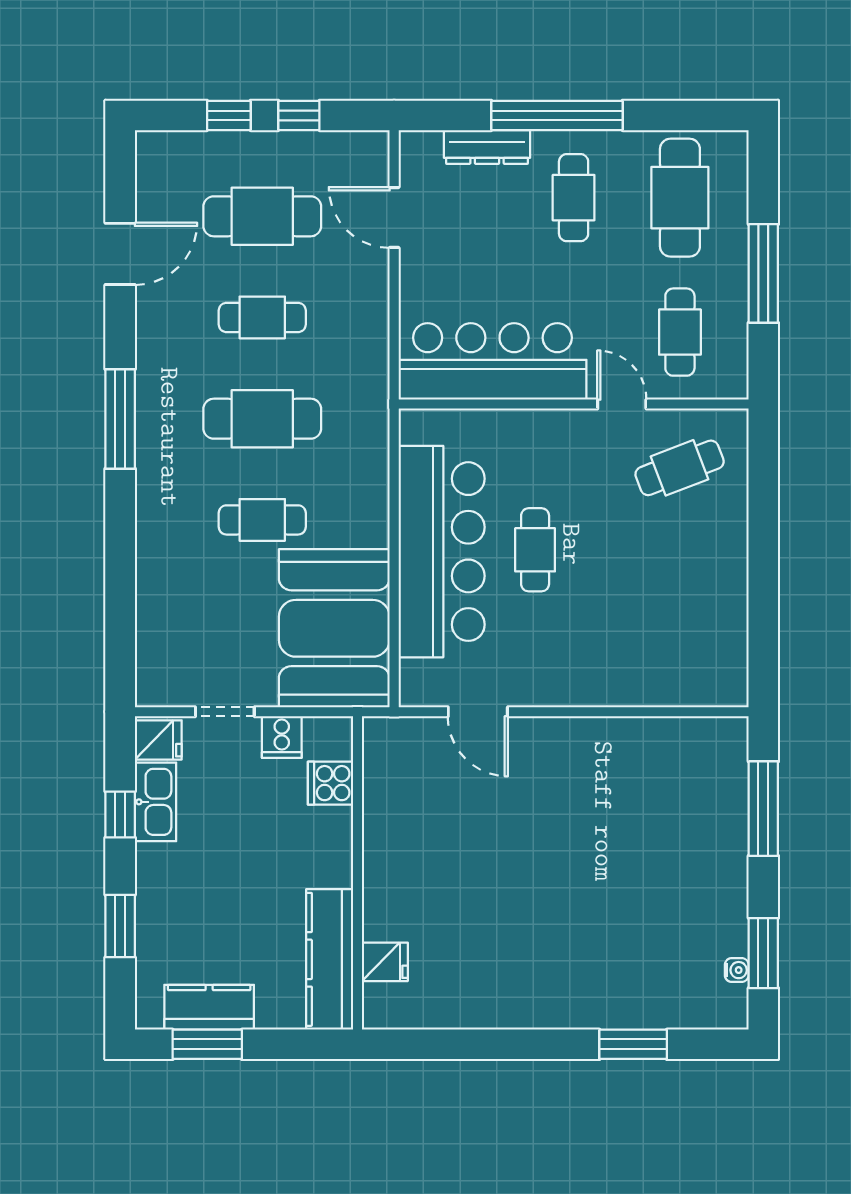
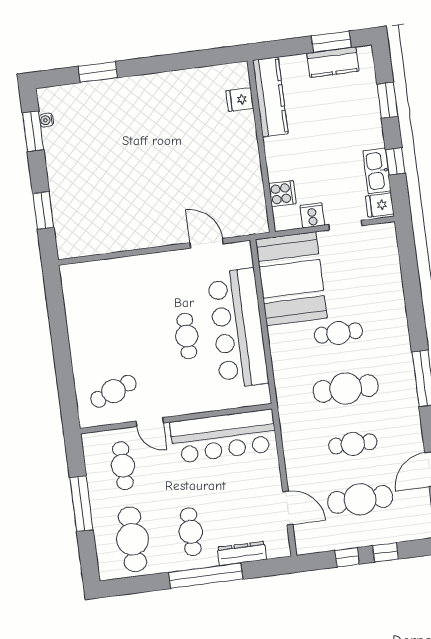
window: (763, 809) -> (43, 210), width x0.69

